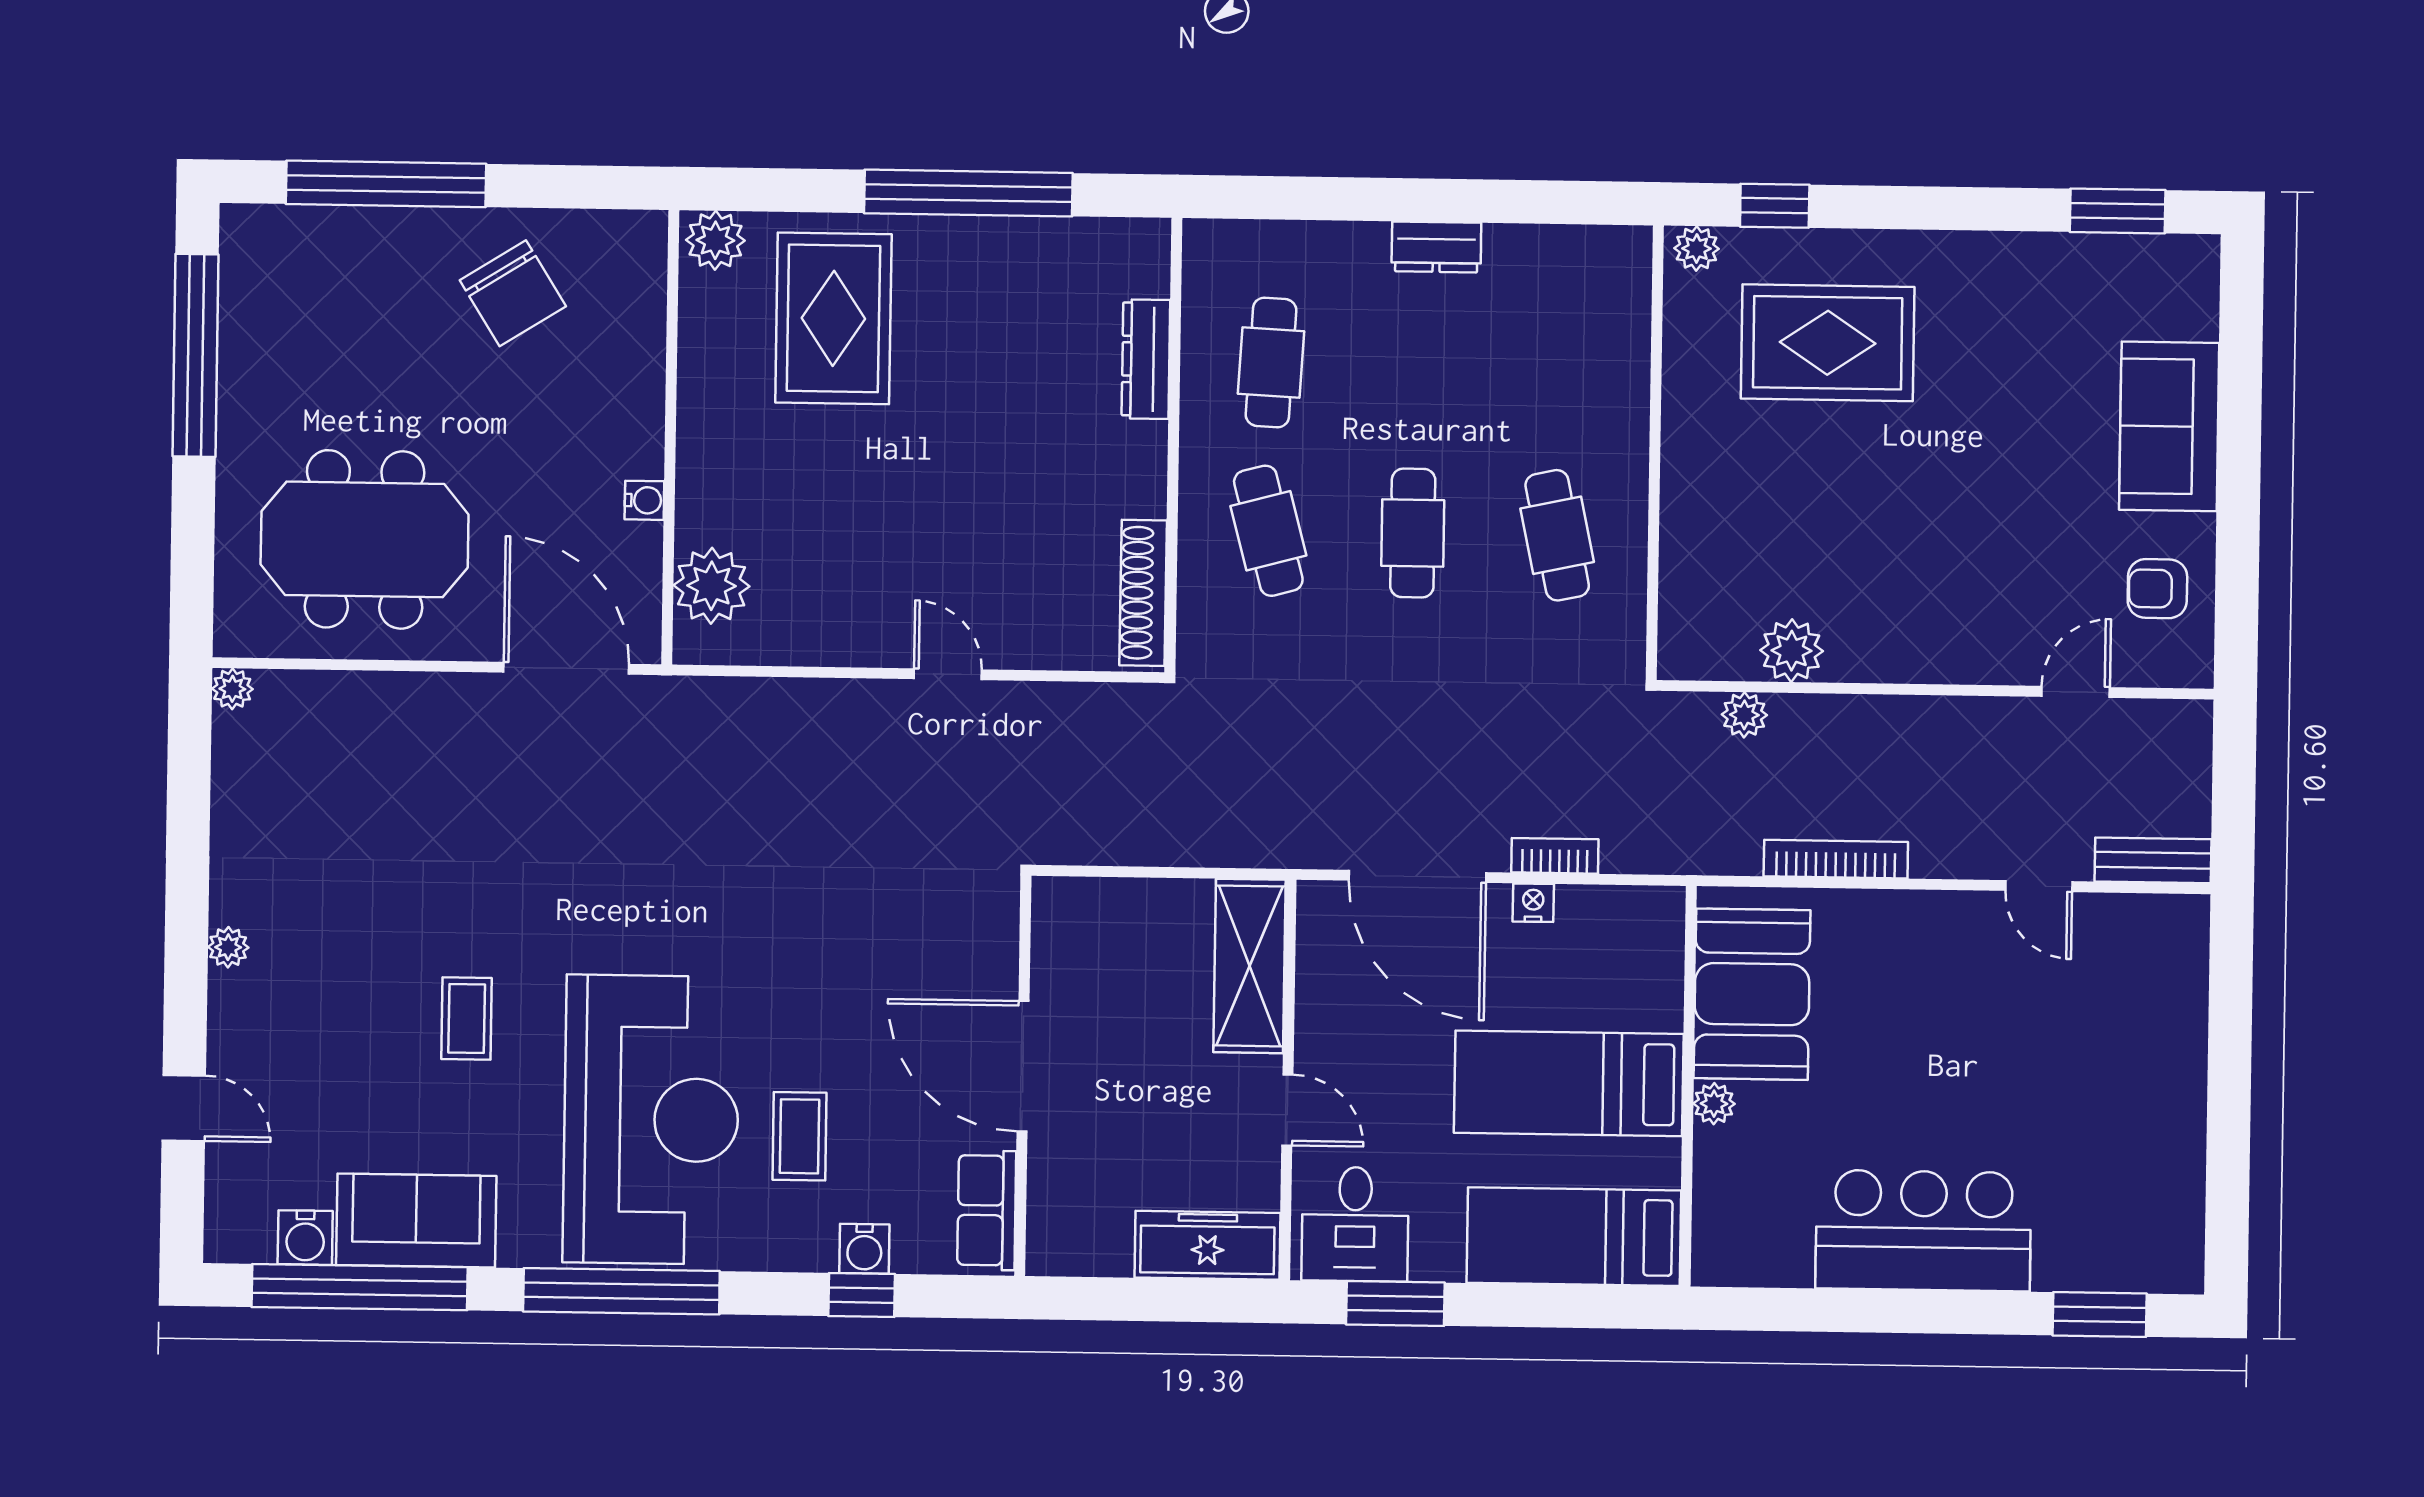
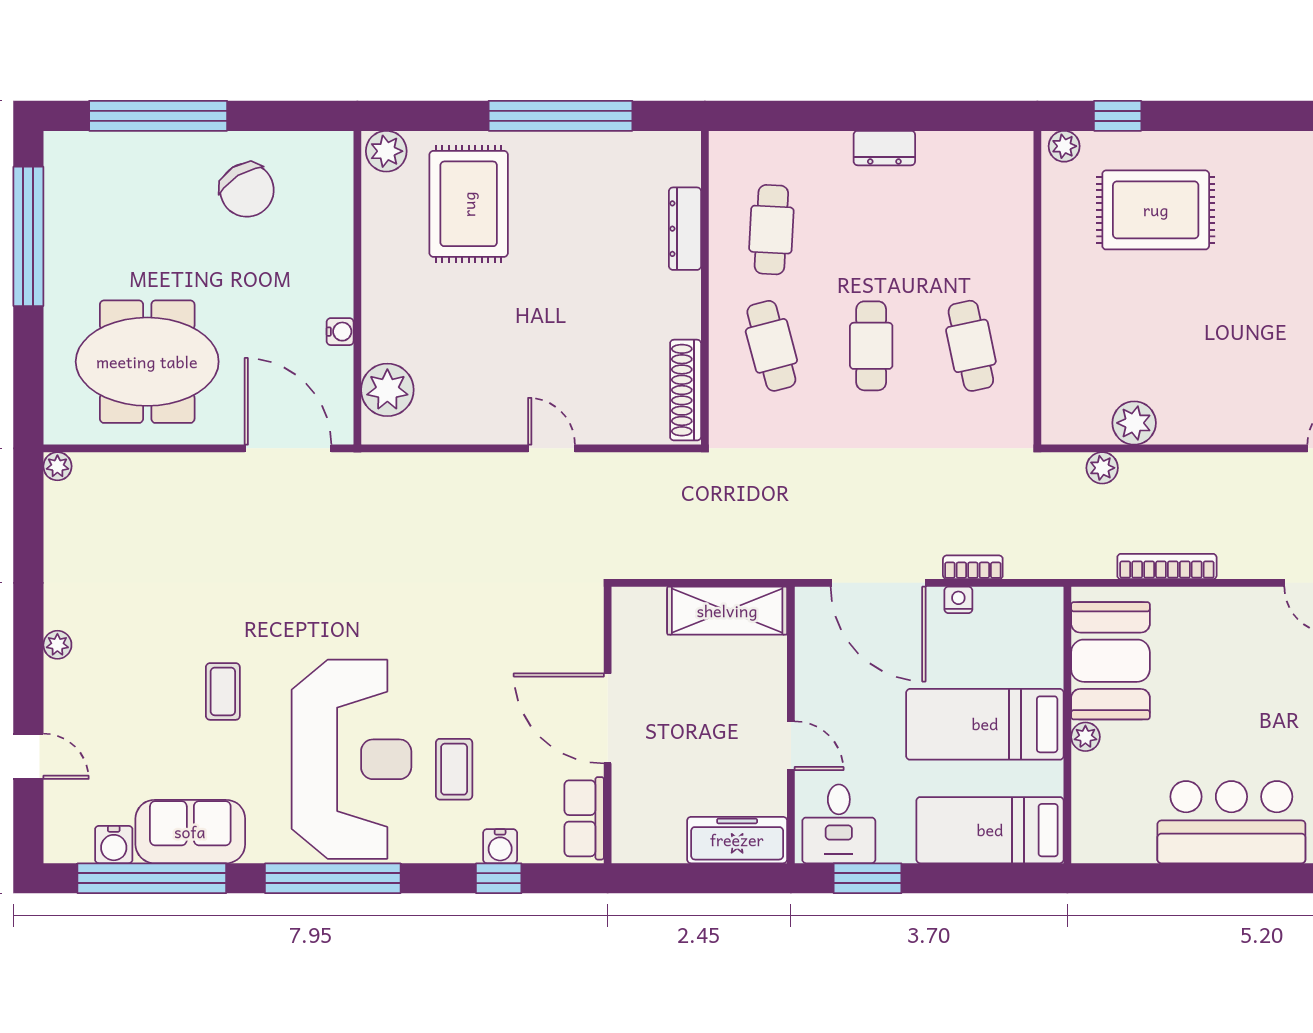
shelving: (1249, 966) -> (727, 611), moved, turned 90

